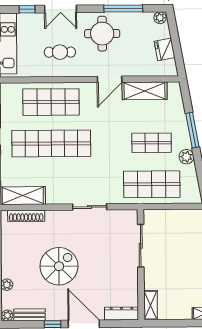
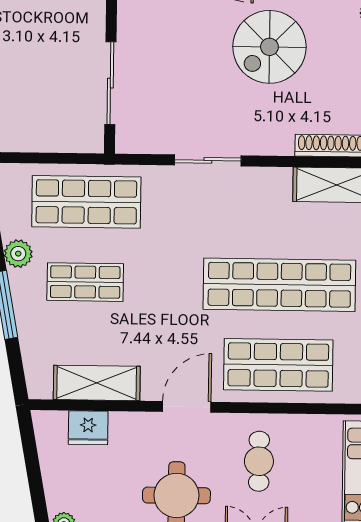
fridge: (165, 49) -> (88, 428), moved, turned 100
cafe table: (60, 52) -> (259, 461), turned 90
door: (110, 79) -> (187, 407), moved

